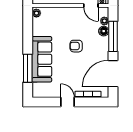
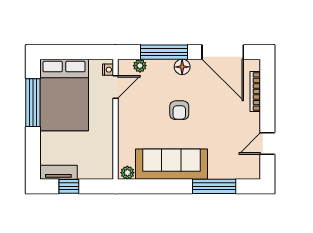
floor lamp: (104, 31) -> (182, 67), moved
sofa: (42, 59) -> (171, 164), moved
door: (68, 102) -> (267, 143), moved

